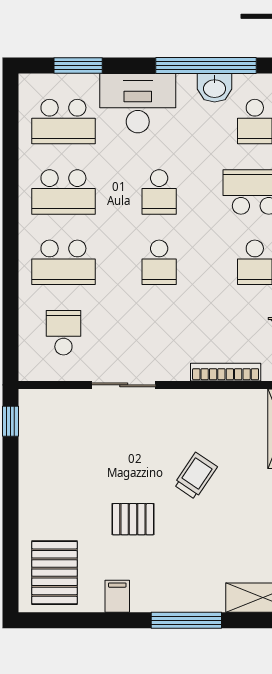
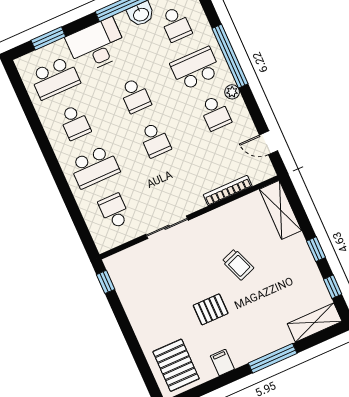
school desk: (63, 192) -> (75, 122), width x0.54
trolley: (195, 476) -> (238, 264), turned 125

